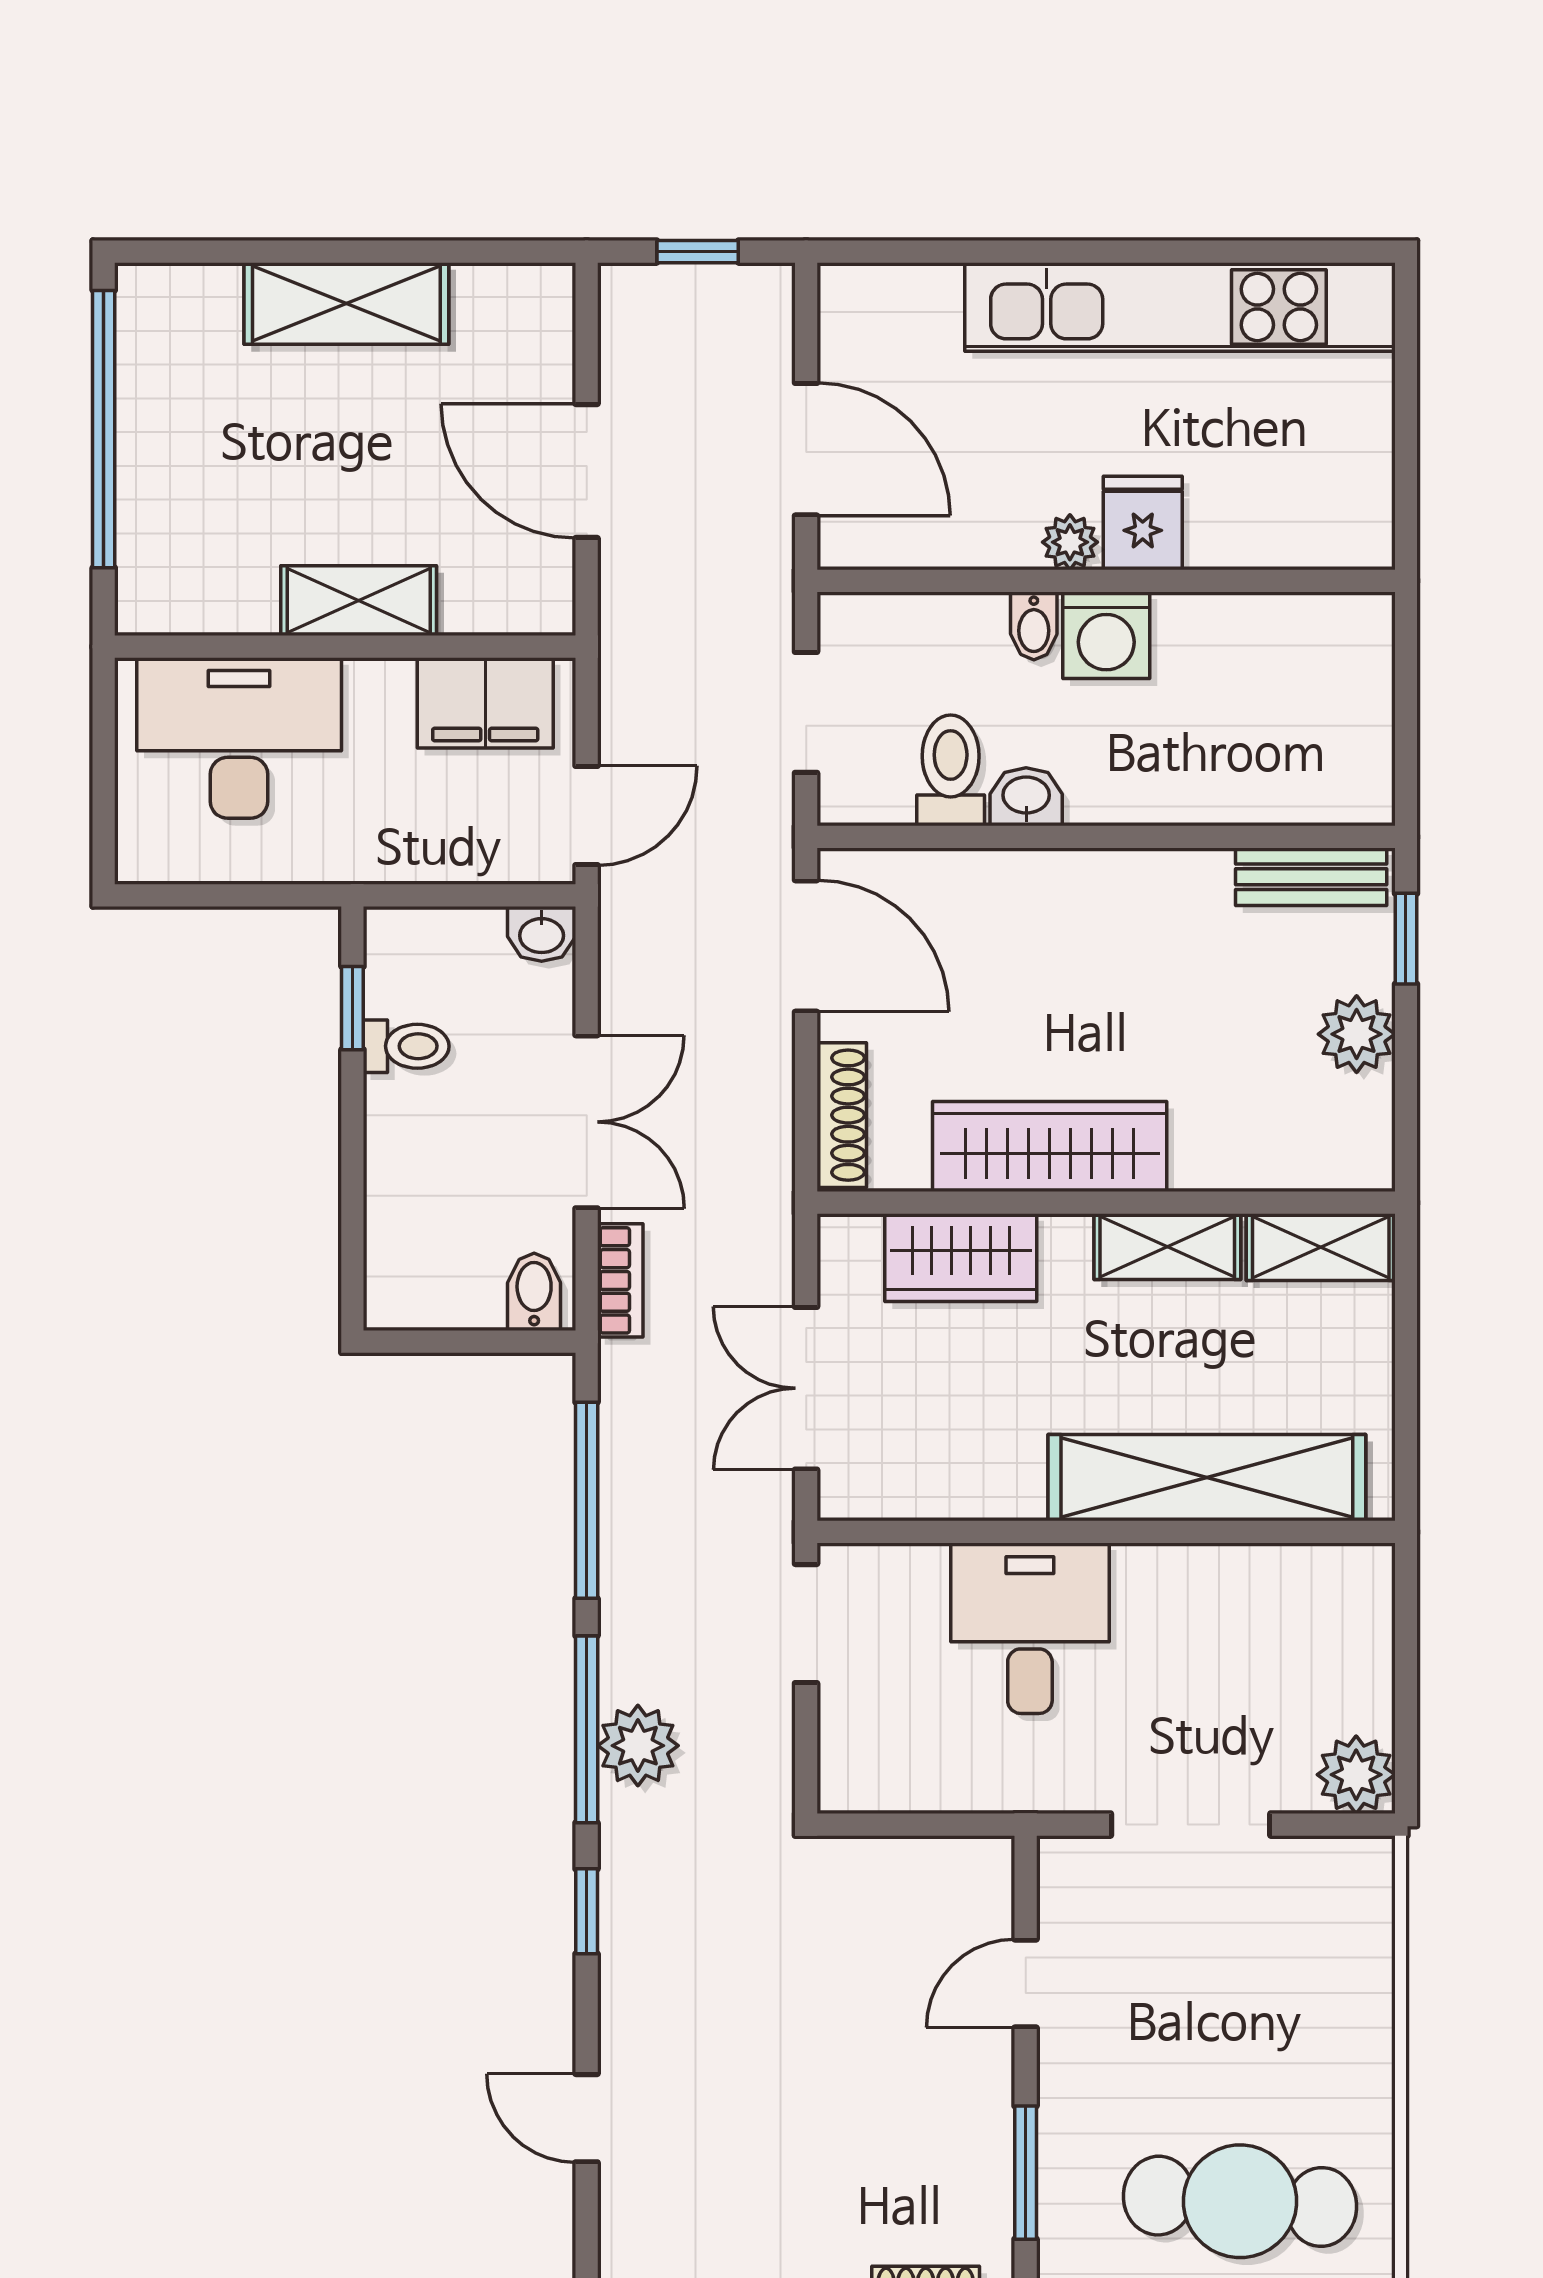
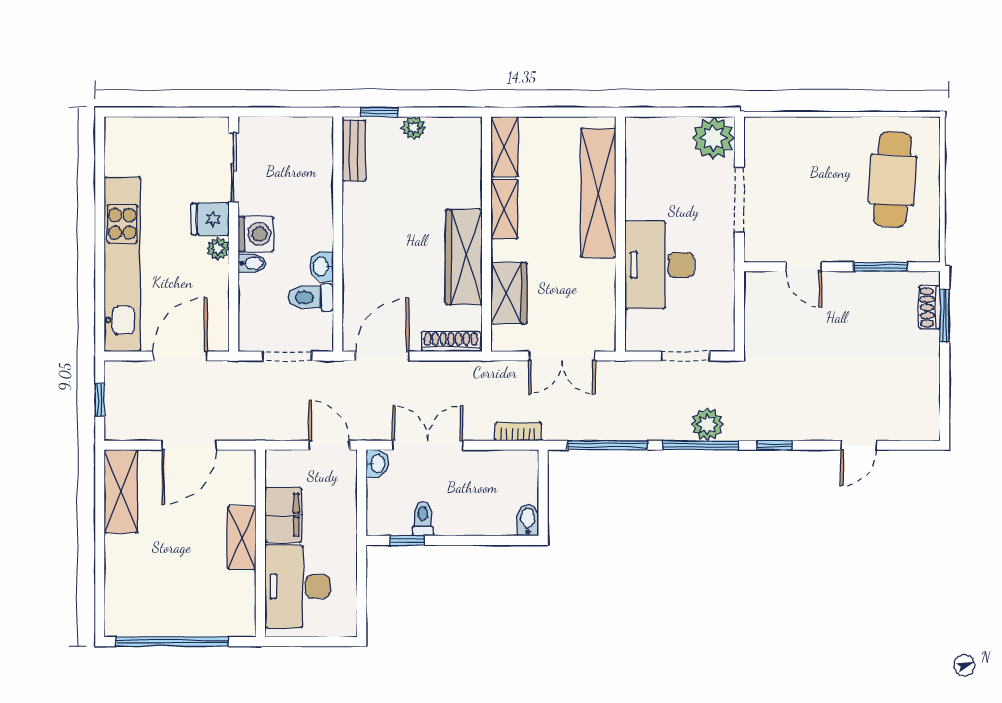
shelving: (346, 303) -> (121, 491), moved
kitchen unit: (1180, 307) -> (122, 264), moved
sliding door: (1270, 581) -> (234, 167), added
filing cabinet: (485, 703) -> (283, 515), moved
plant: (1357, 1034) -> (414, 128), width x0.73, depth x0.73
double door: (587, 1122) -> (428, 445), moved
bidet: (534, 1292) -> (528, 520), moved, turned 90
doorway: (806, 1624) -> (685, 356), moved
desk: (1030, 1628) -> (660, 265), width x1.37
plant: (1356, 1775) -> (713, 138), width x1.36, depth x1.36

